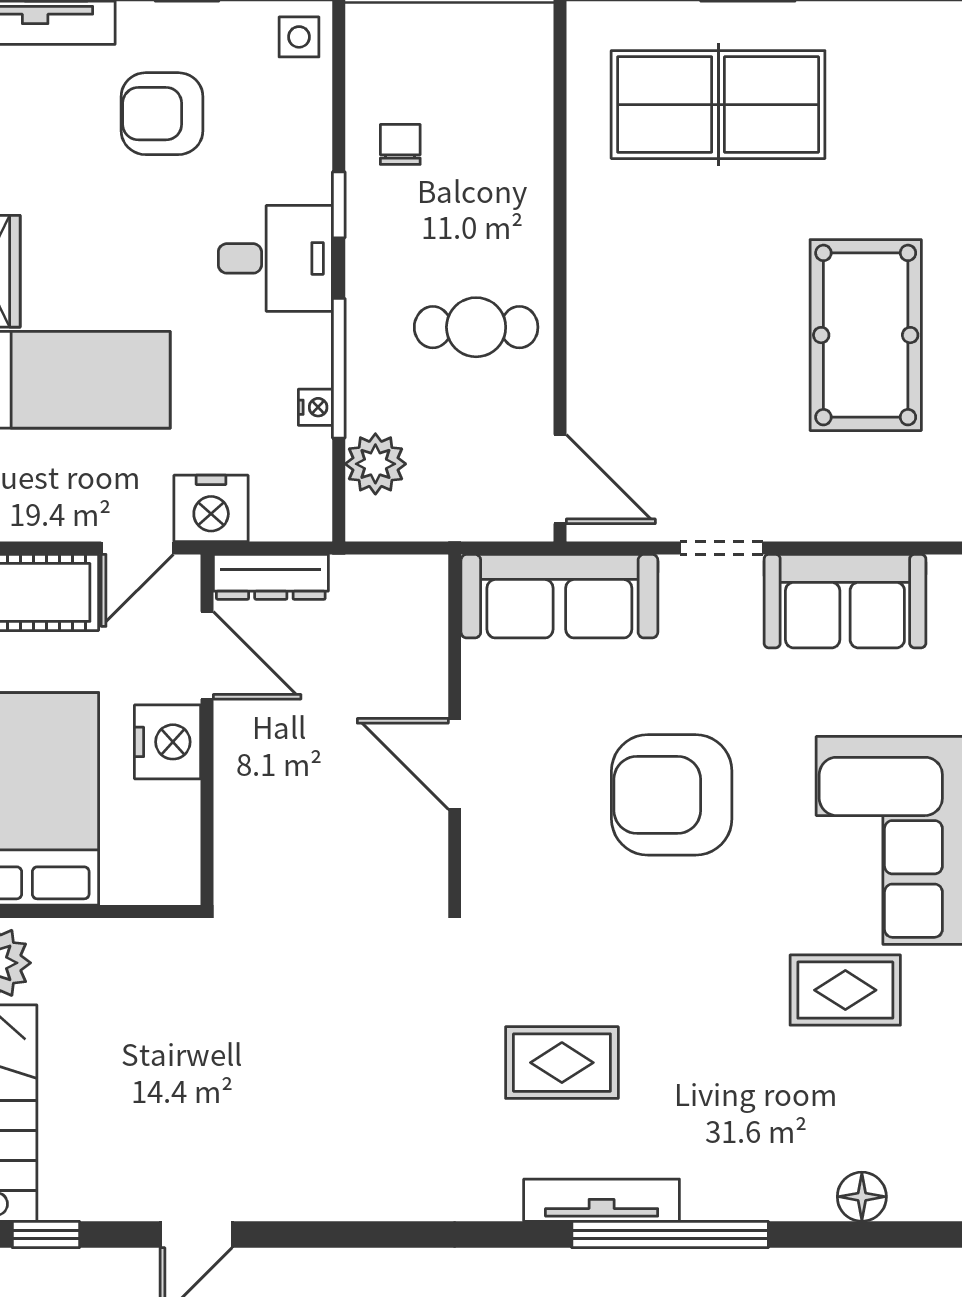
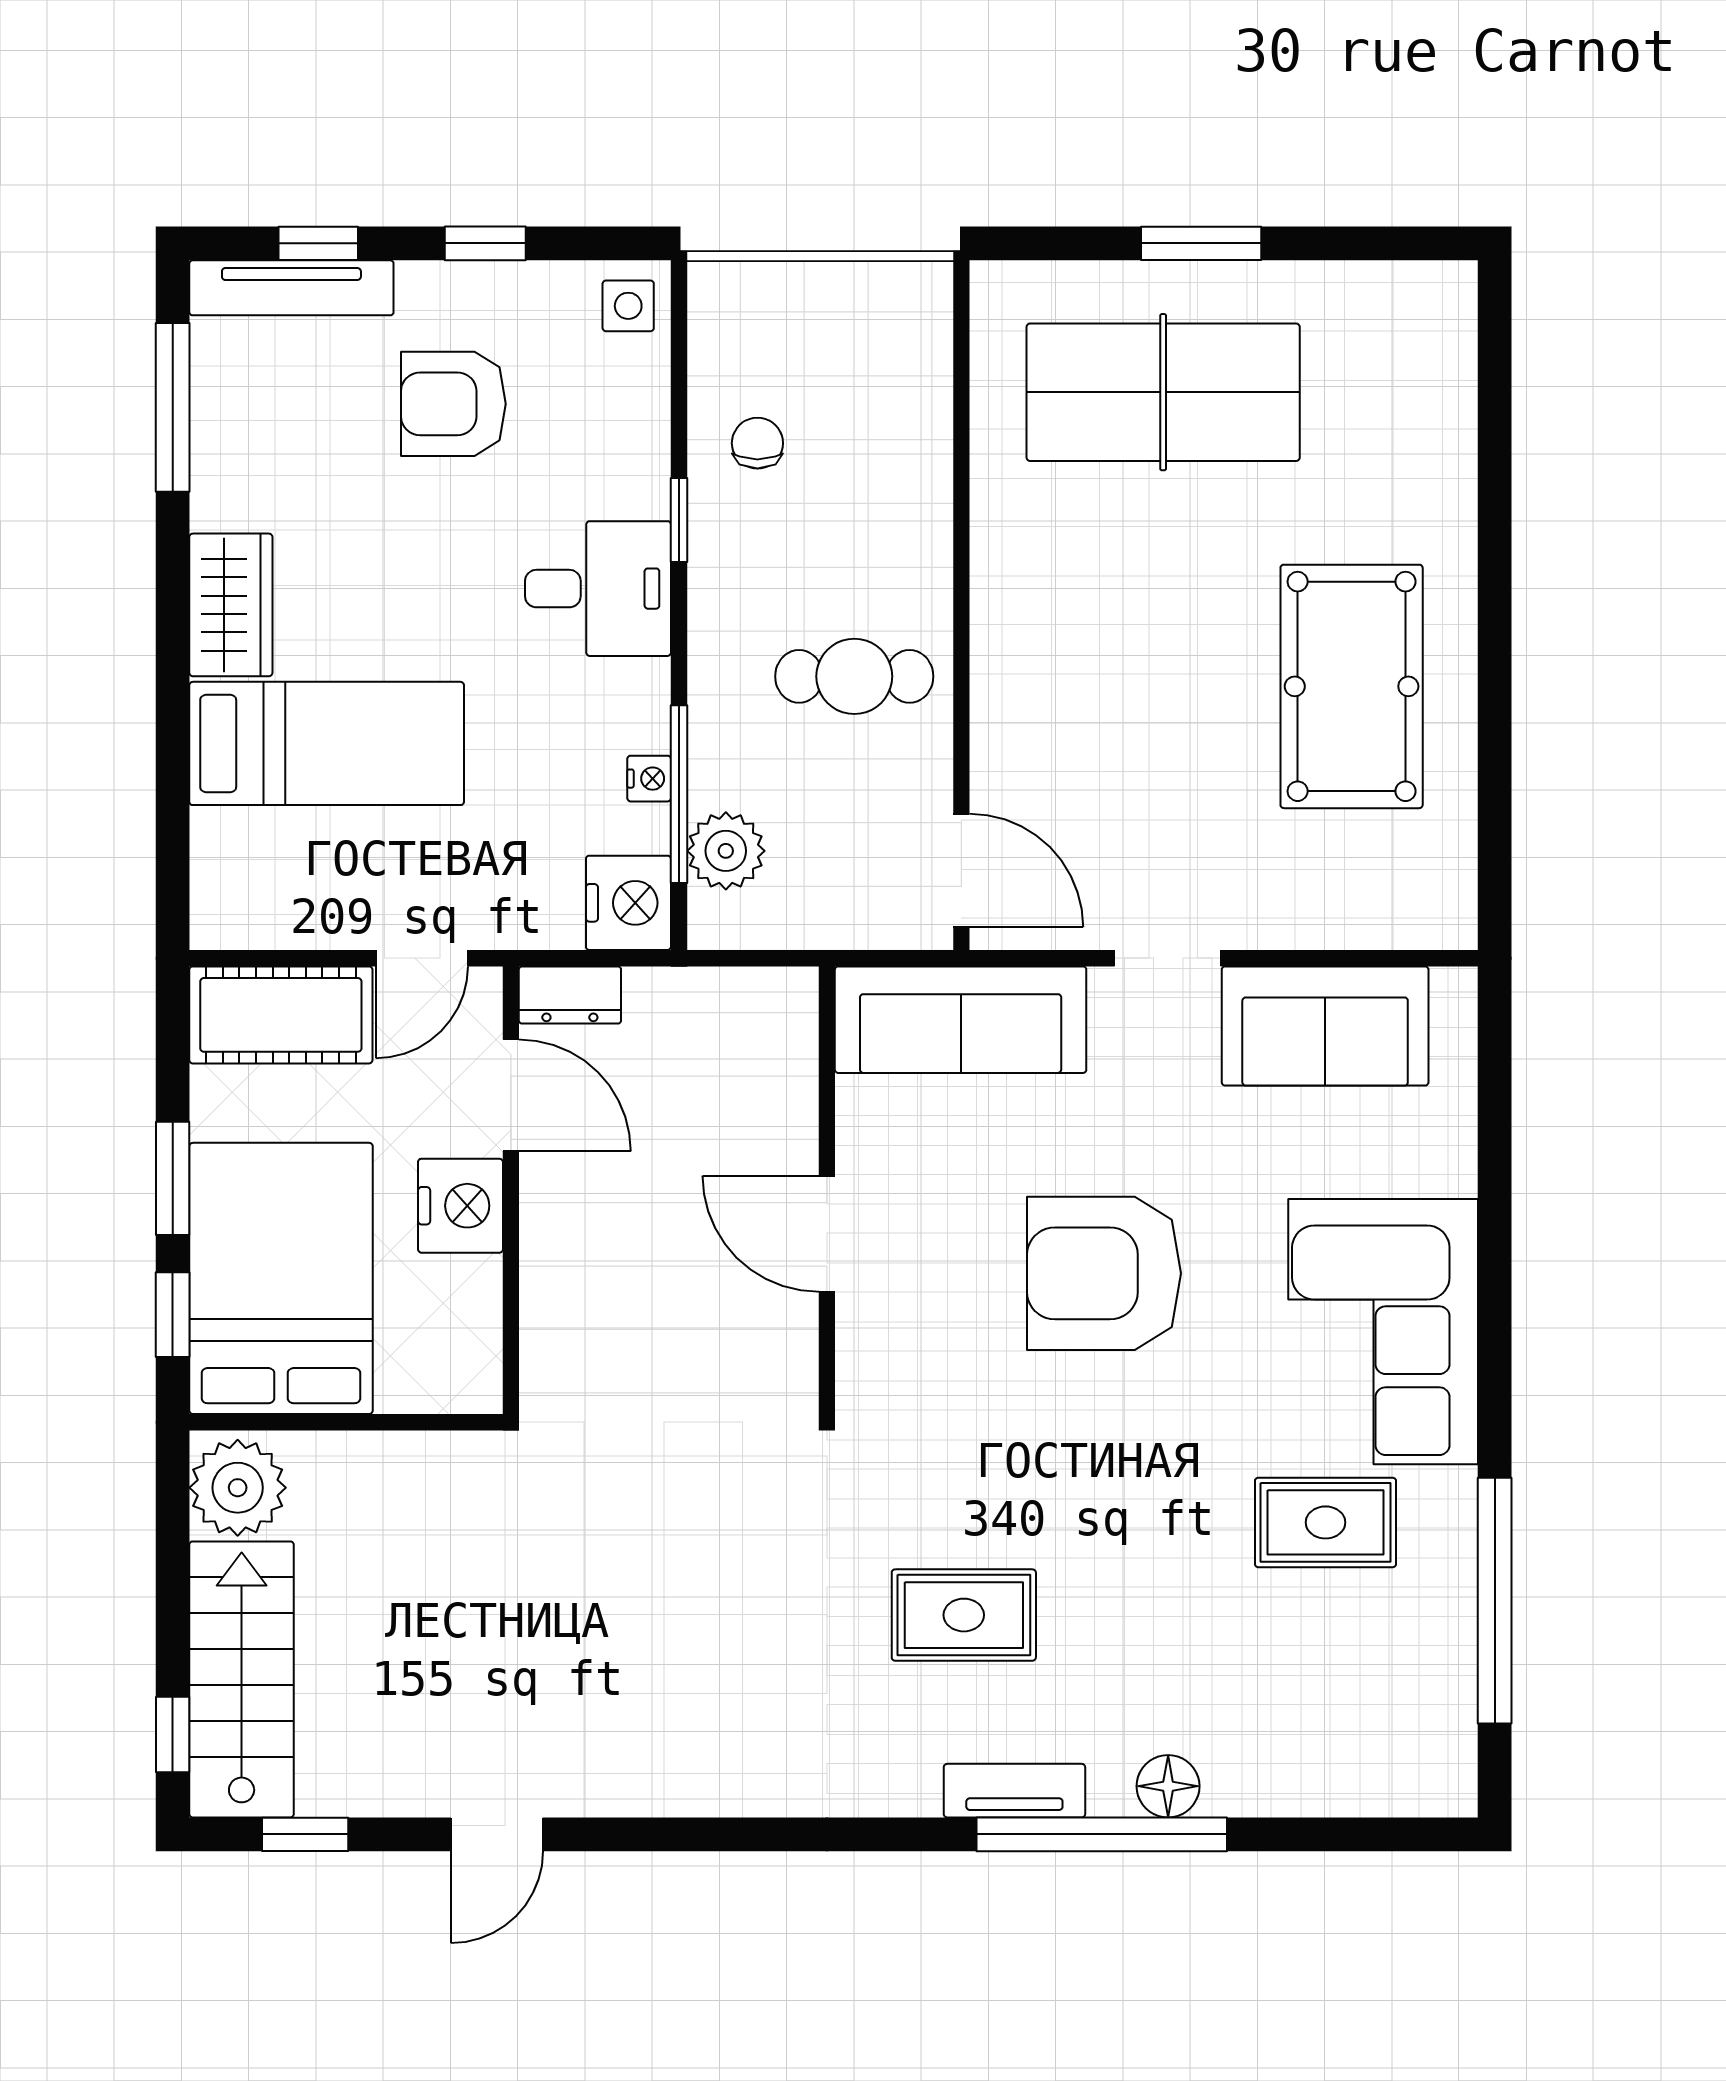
window: (339, 368) -> (679, 794), moved
nightstand: (211, 508) -> (628, 903), moved, turned -90
dresser: (271, 577) -> (570, 995), width x0.70
floor lamp: (862, 1197) -> (1168, 1786), moved
tv unit: (602, 1200) -> (1014, 1791), width x0.71

